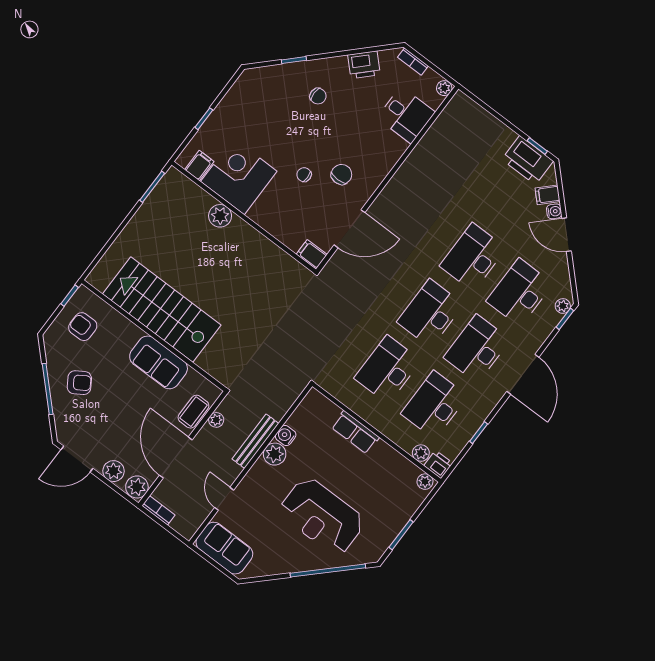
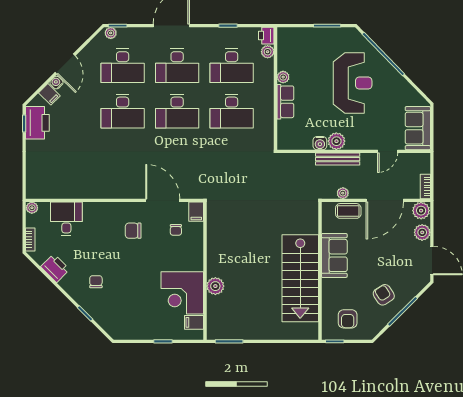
chair: (304, 175) -> (176, 230), moved
plant: (425, 482) -> (283, 77), moved

